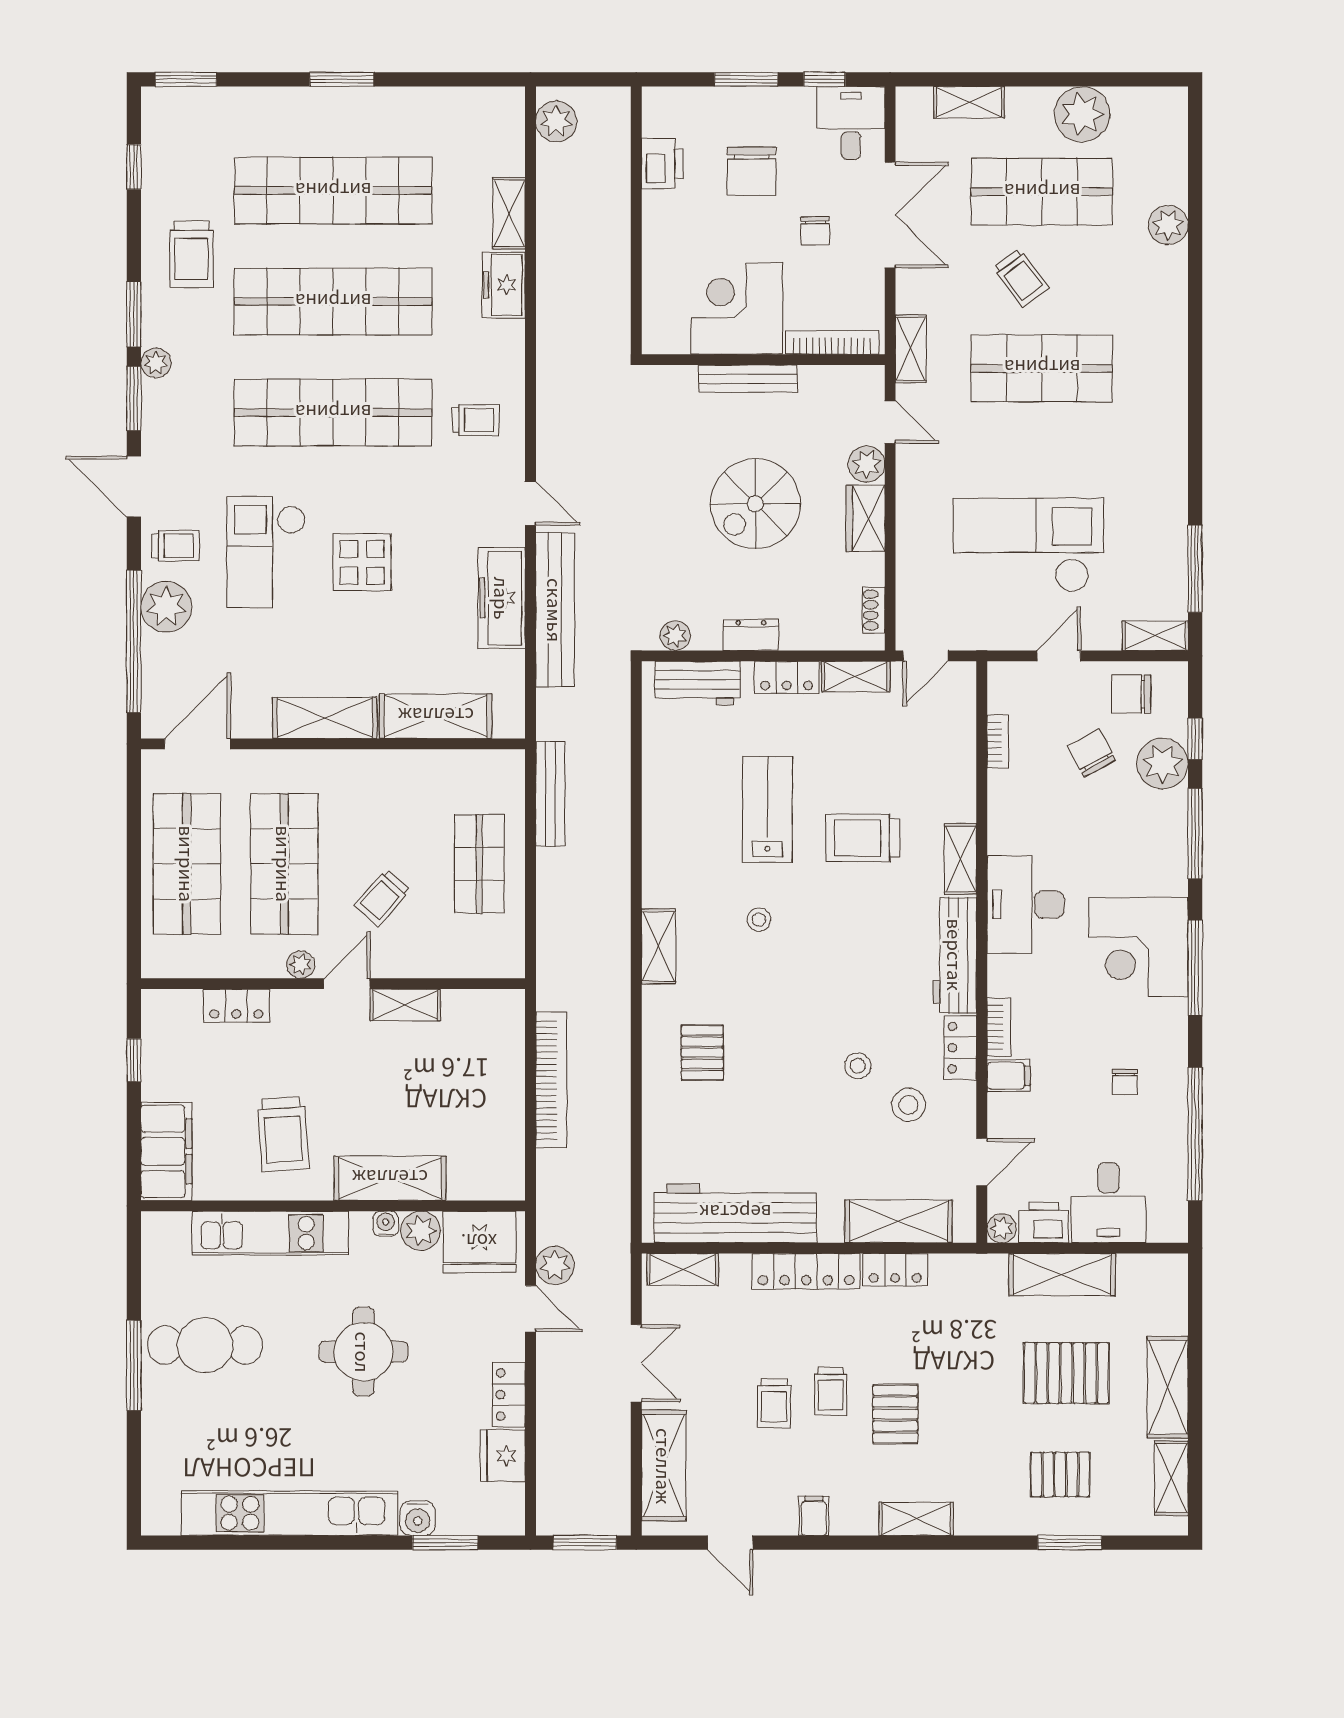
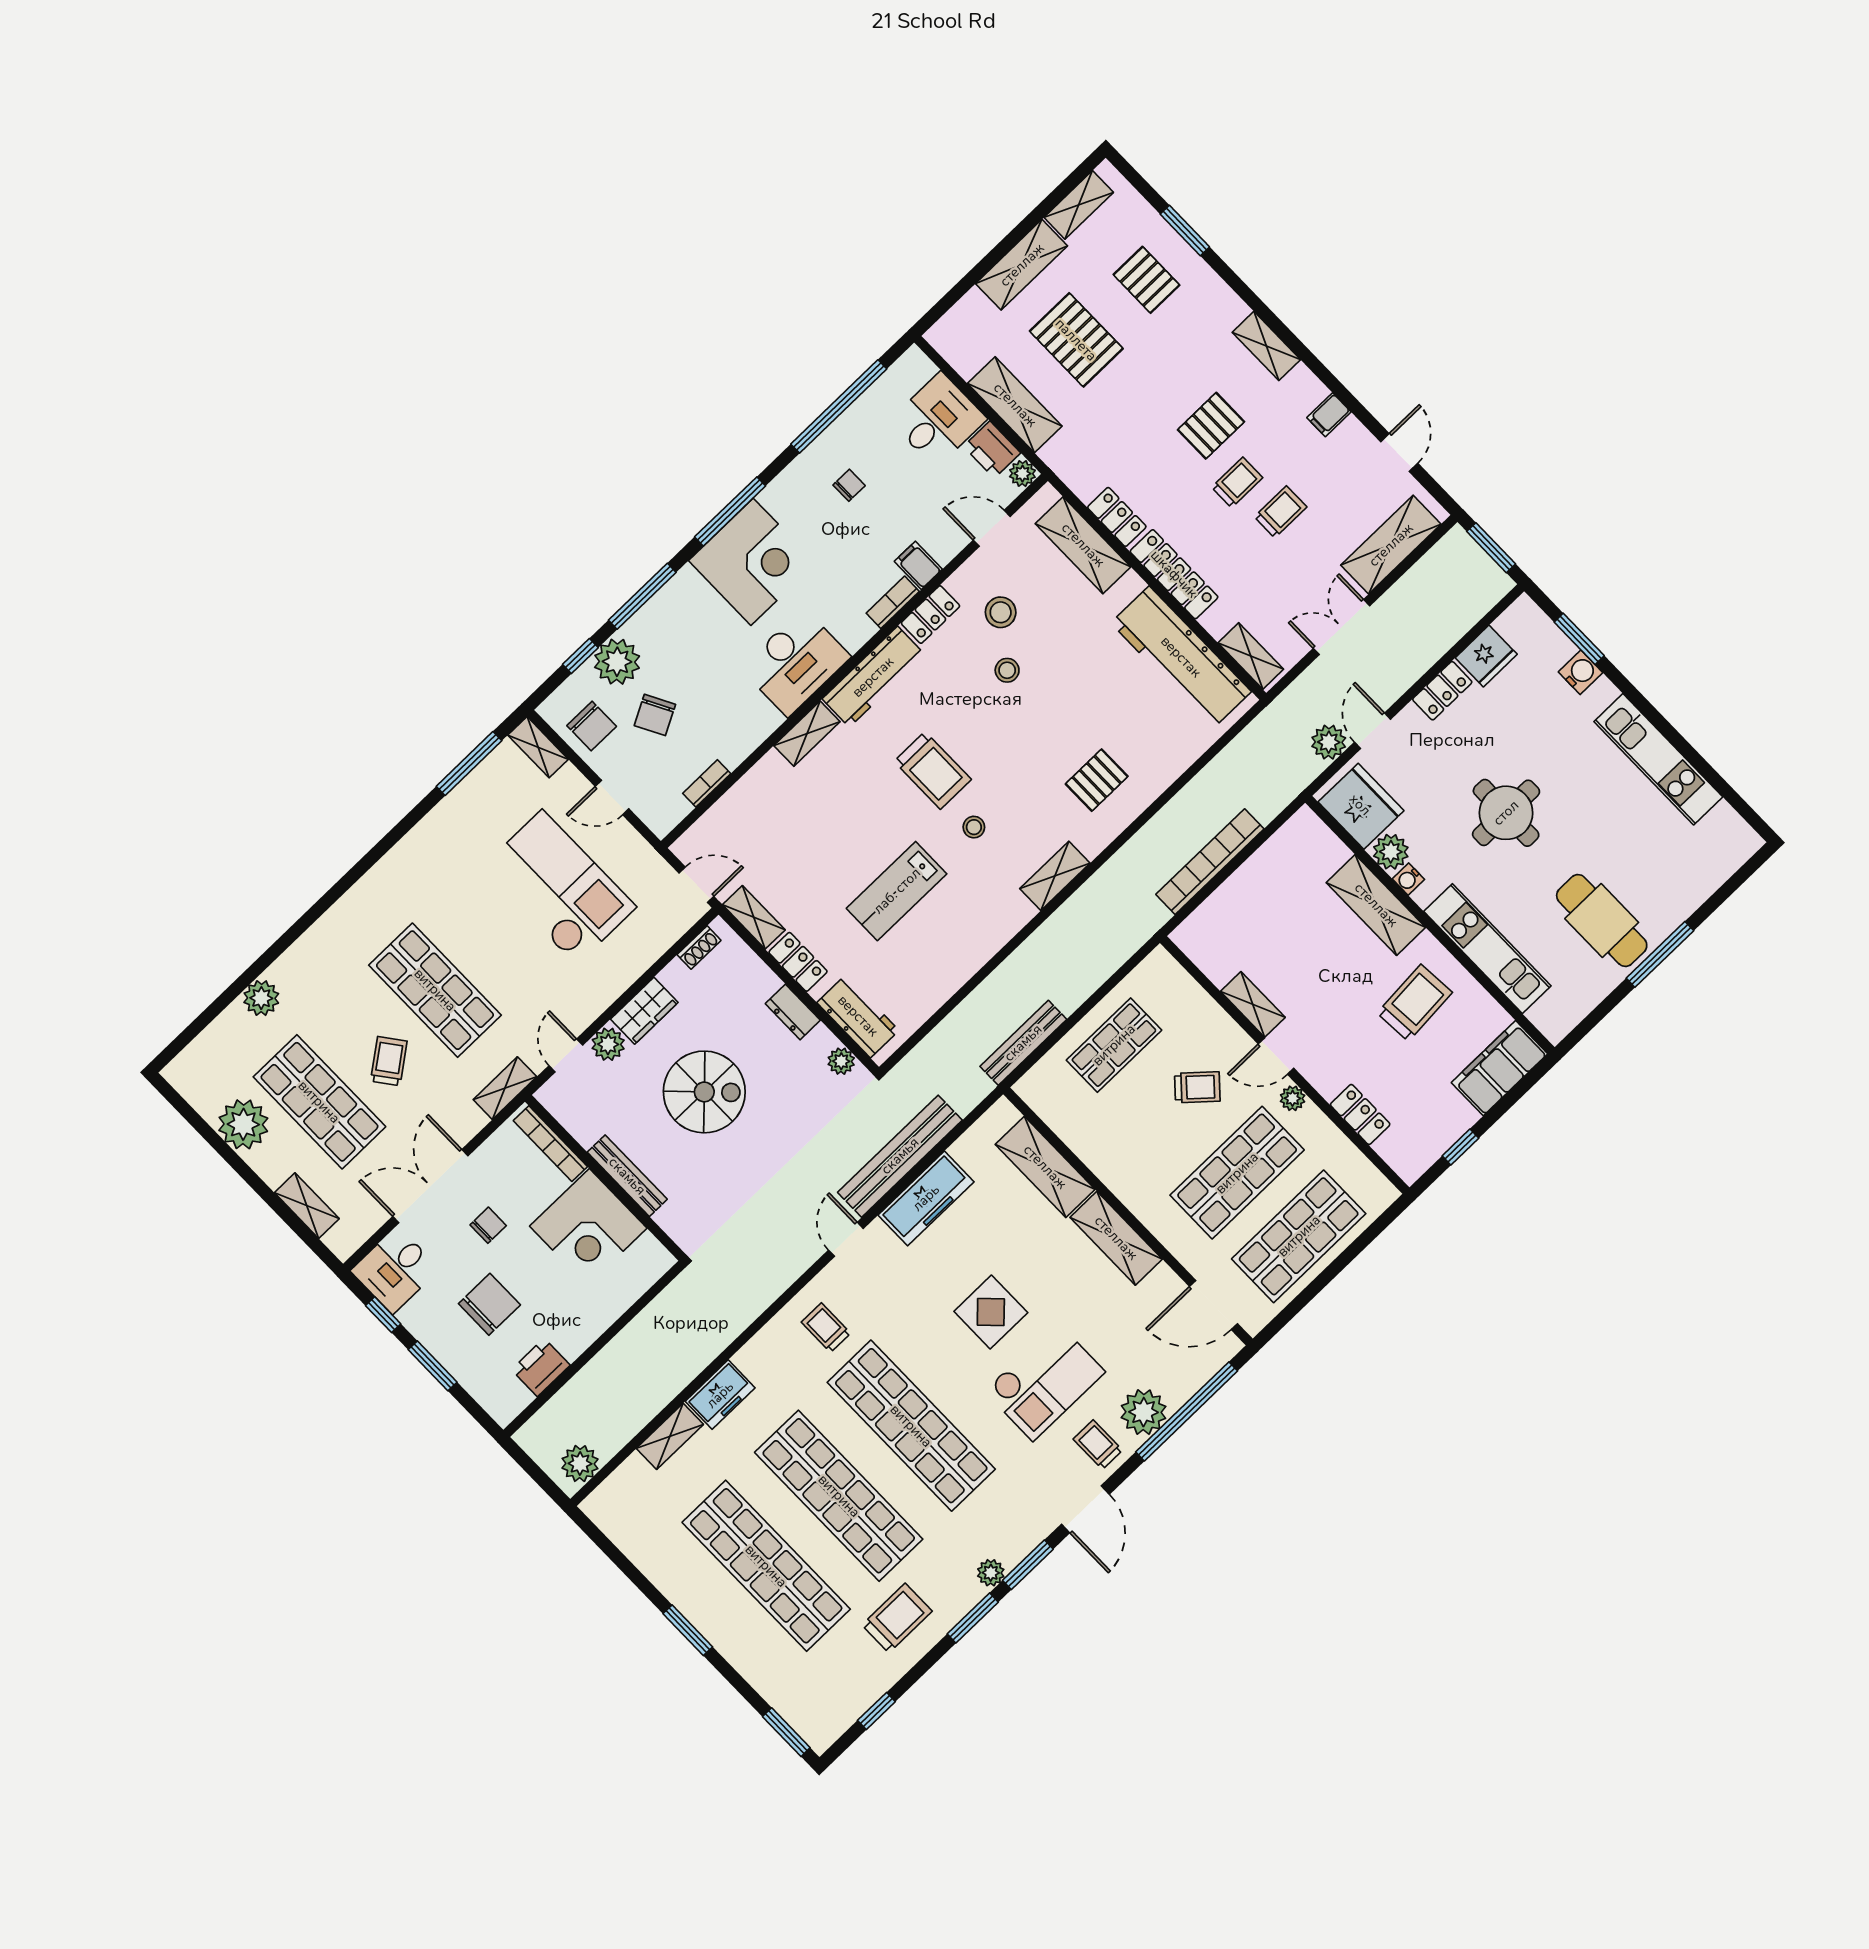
checkout: (1028, 545) -> (559, 887), turned 180
trolley: (863, 838) -> (933, 770), moved
kitchen unit: (290, 1513) -> (1658, 759), width x0.73

